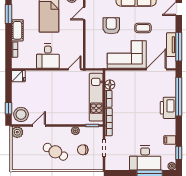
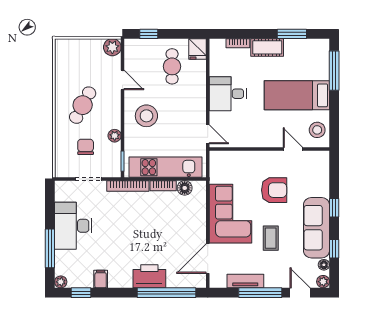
window: (179, 47) -> (260, 293), moved
door: (156, 69) -> (208, 259), swing flipped
cafe table: (30, 93) -> (172, 66), added
stool: (21, 114) -> (146, 116), moved
desk: (145, 158) -> (73, 226), moved

